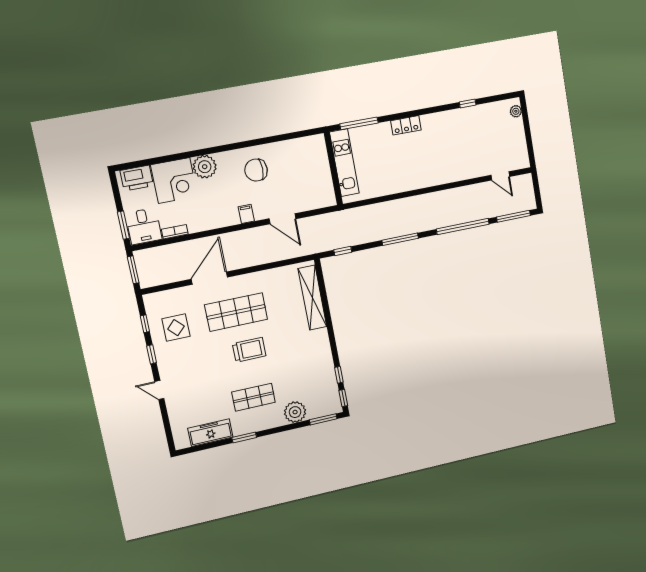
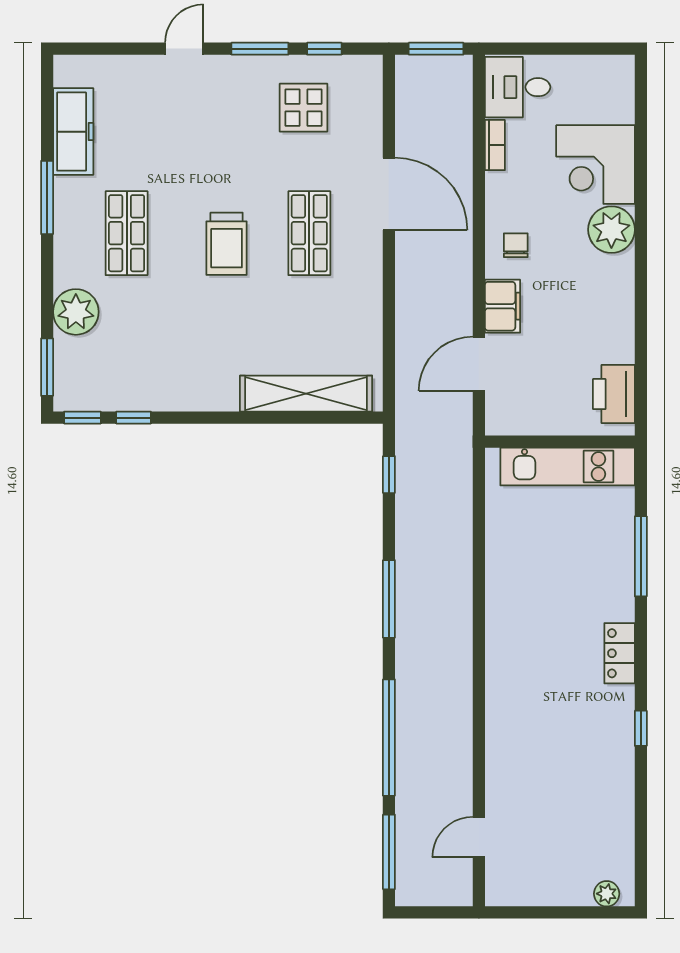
window: (468, 103) -> (641, 728), moved
kitchen unit: (344, 163) -> (568, 467), moved
wall: (333, 169) -> (560, 442), moved
chair: (256, 170) -> (516, 245), moved, width x0.54, depth x0.54
printer: (137, 178) -> (614, 394), moved
filing cabinet: (246, 214) -> (503, 306), width x2.00
window: (123, 225) -> (527, 49), removed
shop shelf: (236, 312) -> (309, 233), width x0.70, depth x0.74
window: (152, 354) -> (260, 49), width x1.50
window: (244, 437) -> (47, 197), width x1.44

